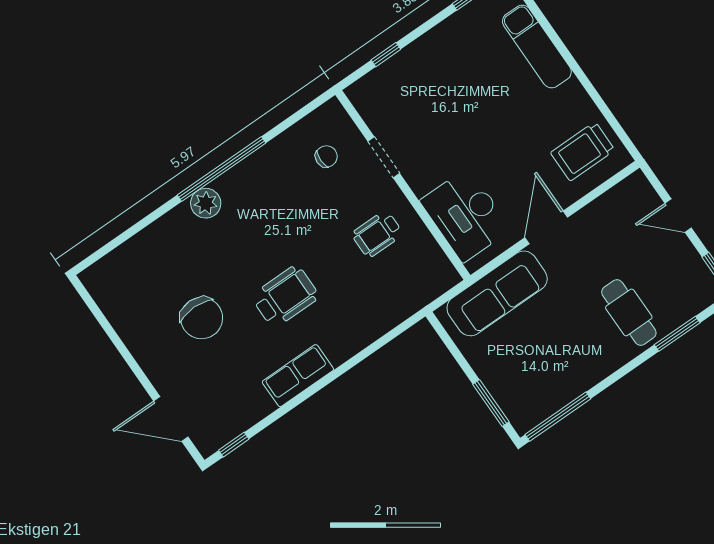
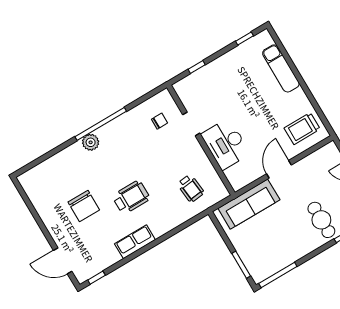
desk: (466, 215) -> (226, 144), moved
wheelchair: (377, 234) -> (191, 188), moved, turned -96

